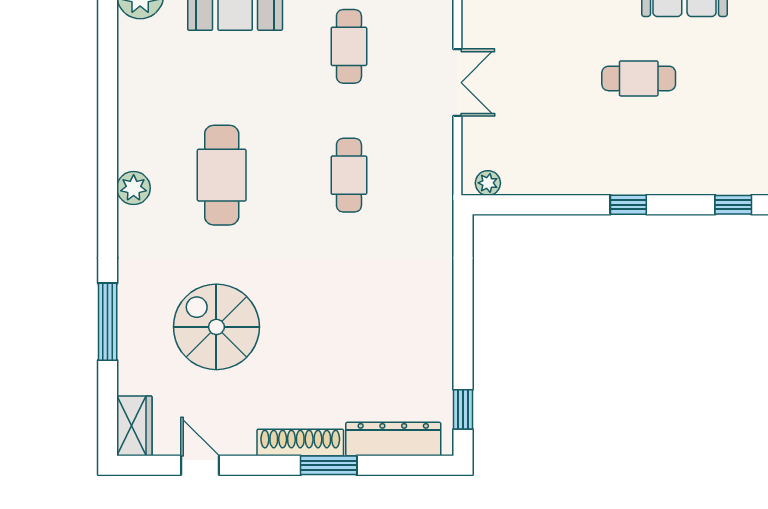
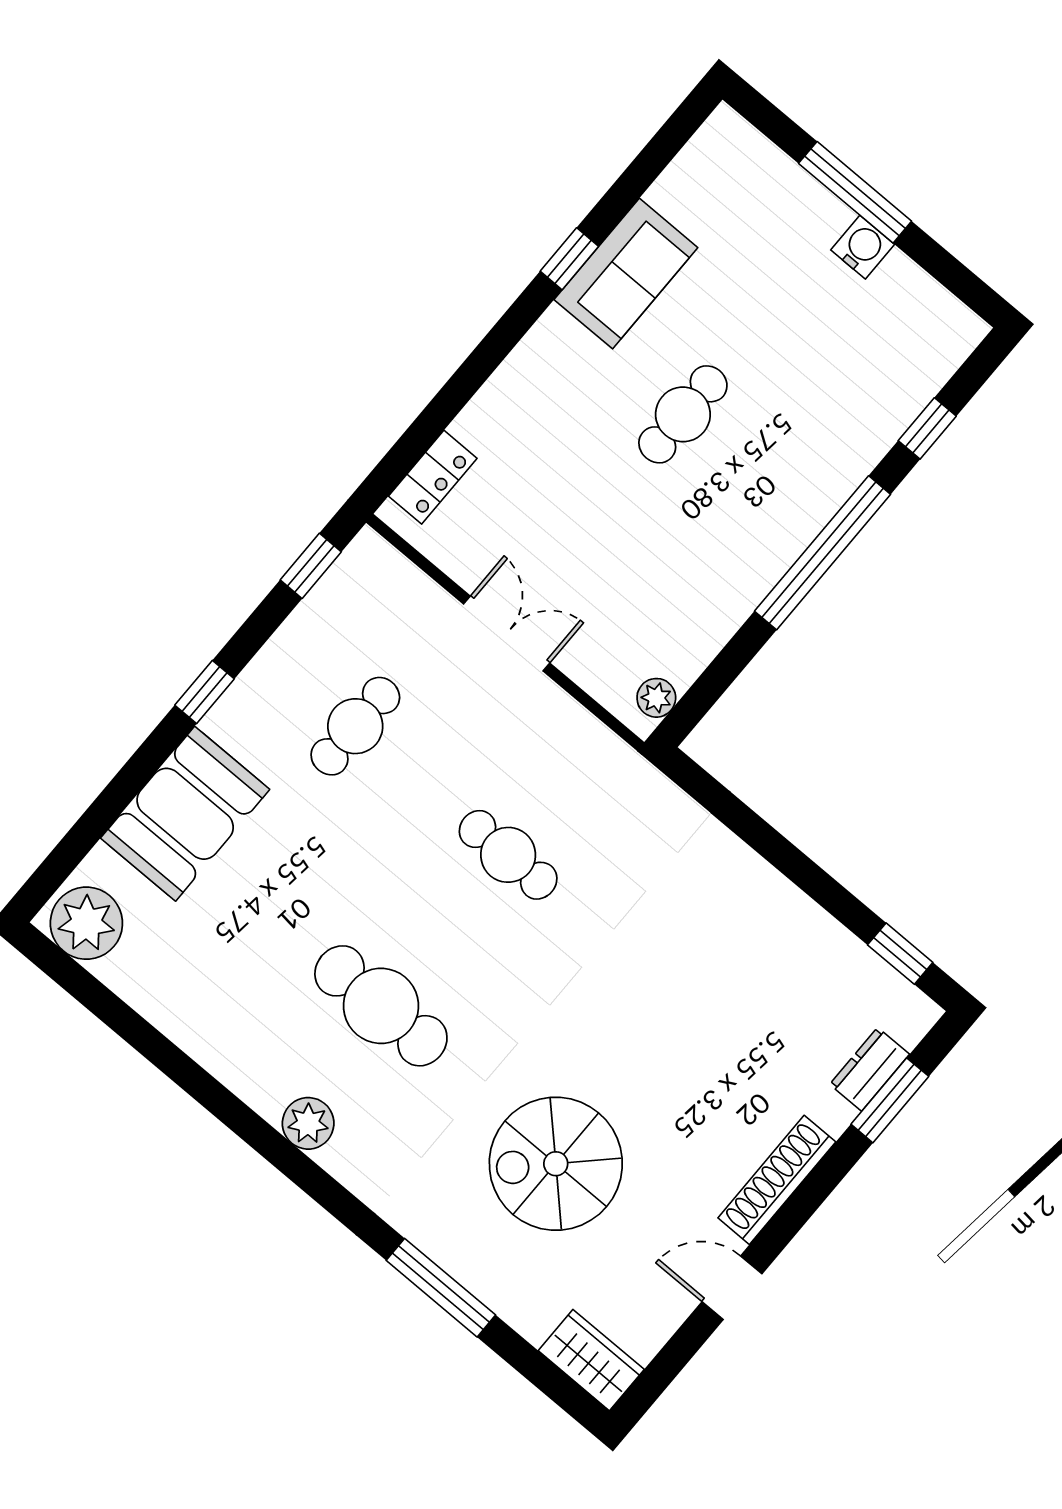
cafe table: (349, 46) -> (355, 726), turned 90
window: (628, 205) -> (823, 553), width x3.17
dresser: (393, 439) -> (870, 1069), width x0.51, depth x0.80
door: (200, 465) -> (732, 1288), moved
window: (329, 465) -> (890, 1100), moved

